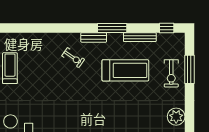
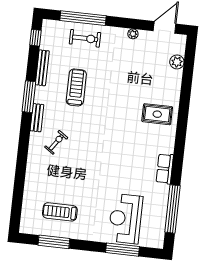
window: (189, 69) -> (83, 18), width x1.46
treadmill: (125, 70) -> (76, 87), width x0.73, depth x0.73
plant: (176, 117) -> (133, 34), width x0.53, depth x0.53

